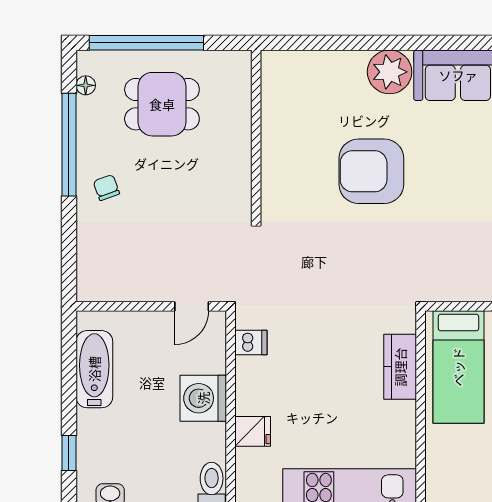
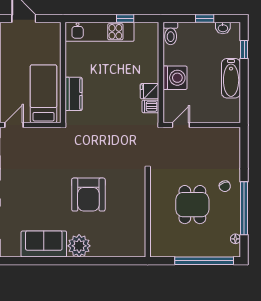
dining table: (162, 104) -> (192, 205), moved, turned 90
armchair: (371, 171) -> (88, 195), turned 90
bathtub: (94, 369) -> (231, 78), moved
fridge: (253, 431) -> (149, 91), moved

